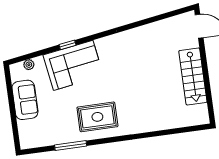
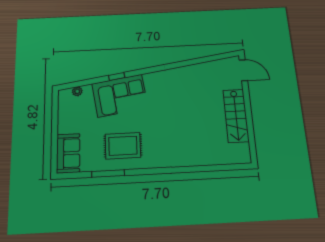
sofa: (25, 100) -> (68, 153), moved
rug: (97, 117) -> (123, 146), moved

